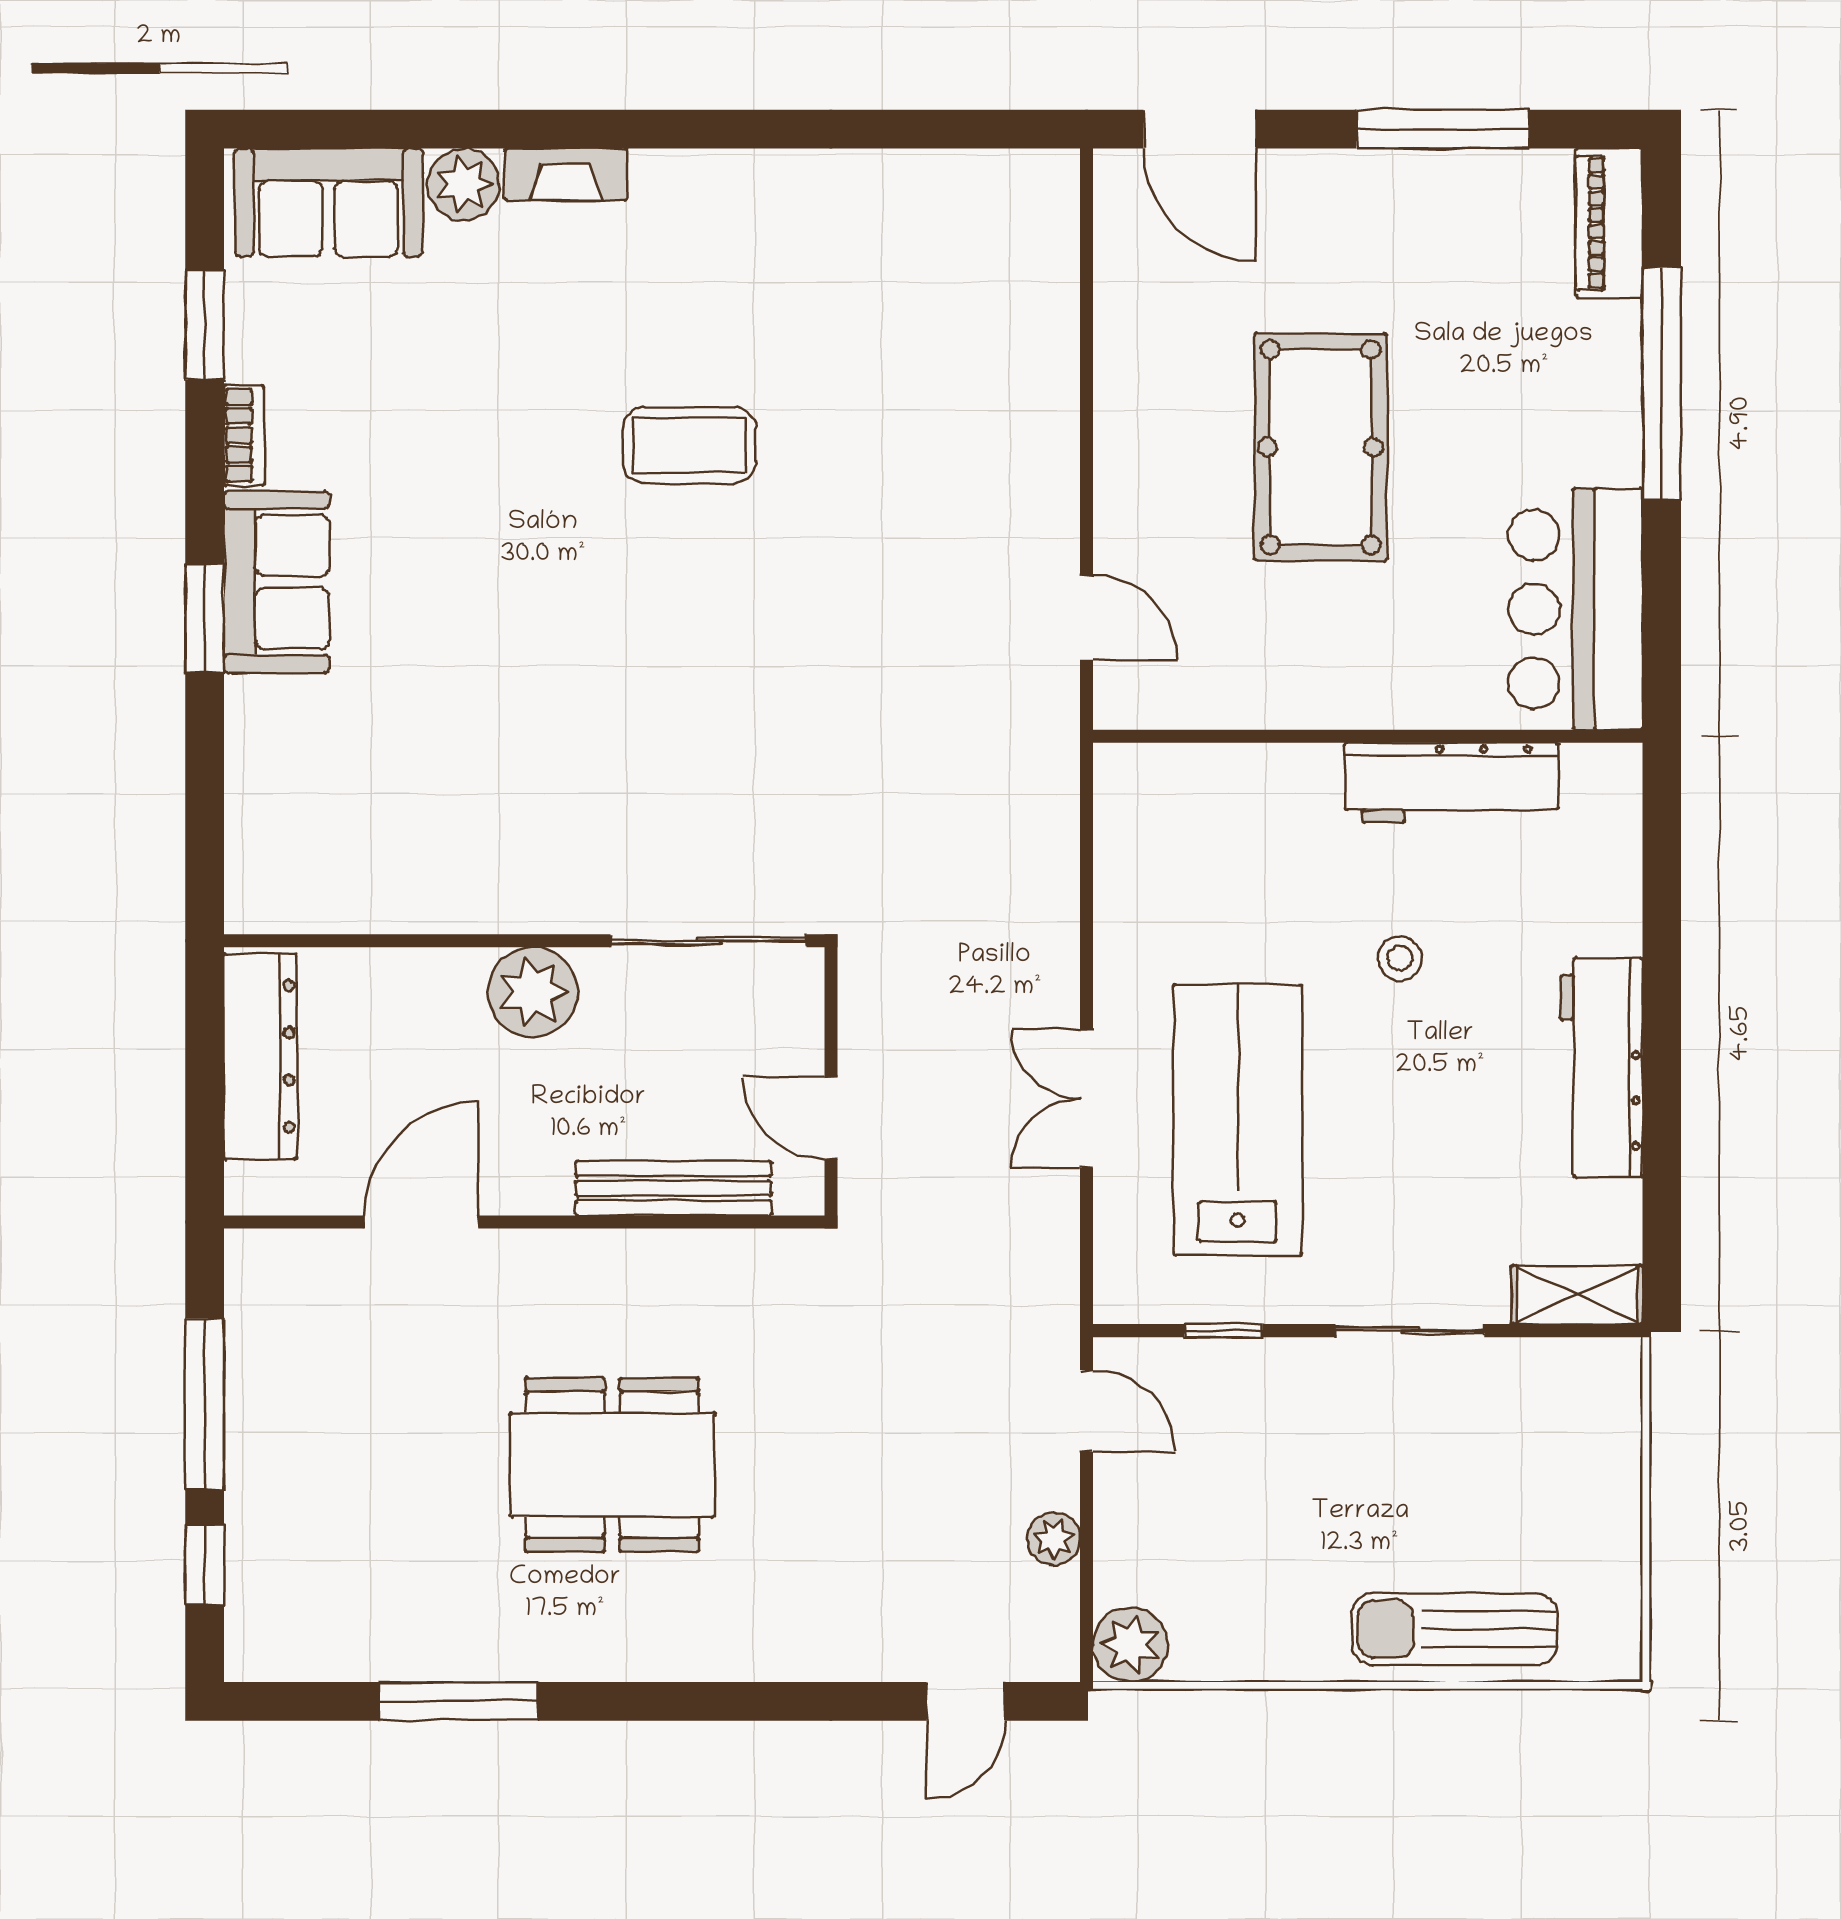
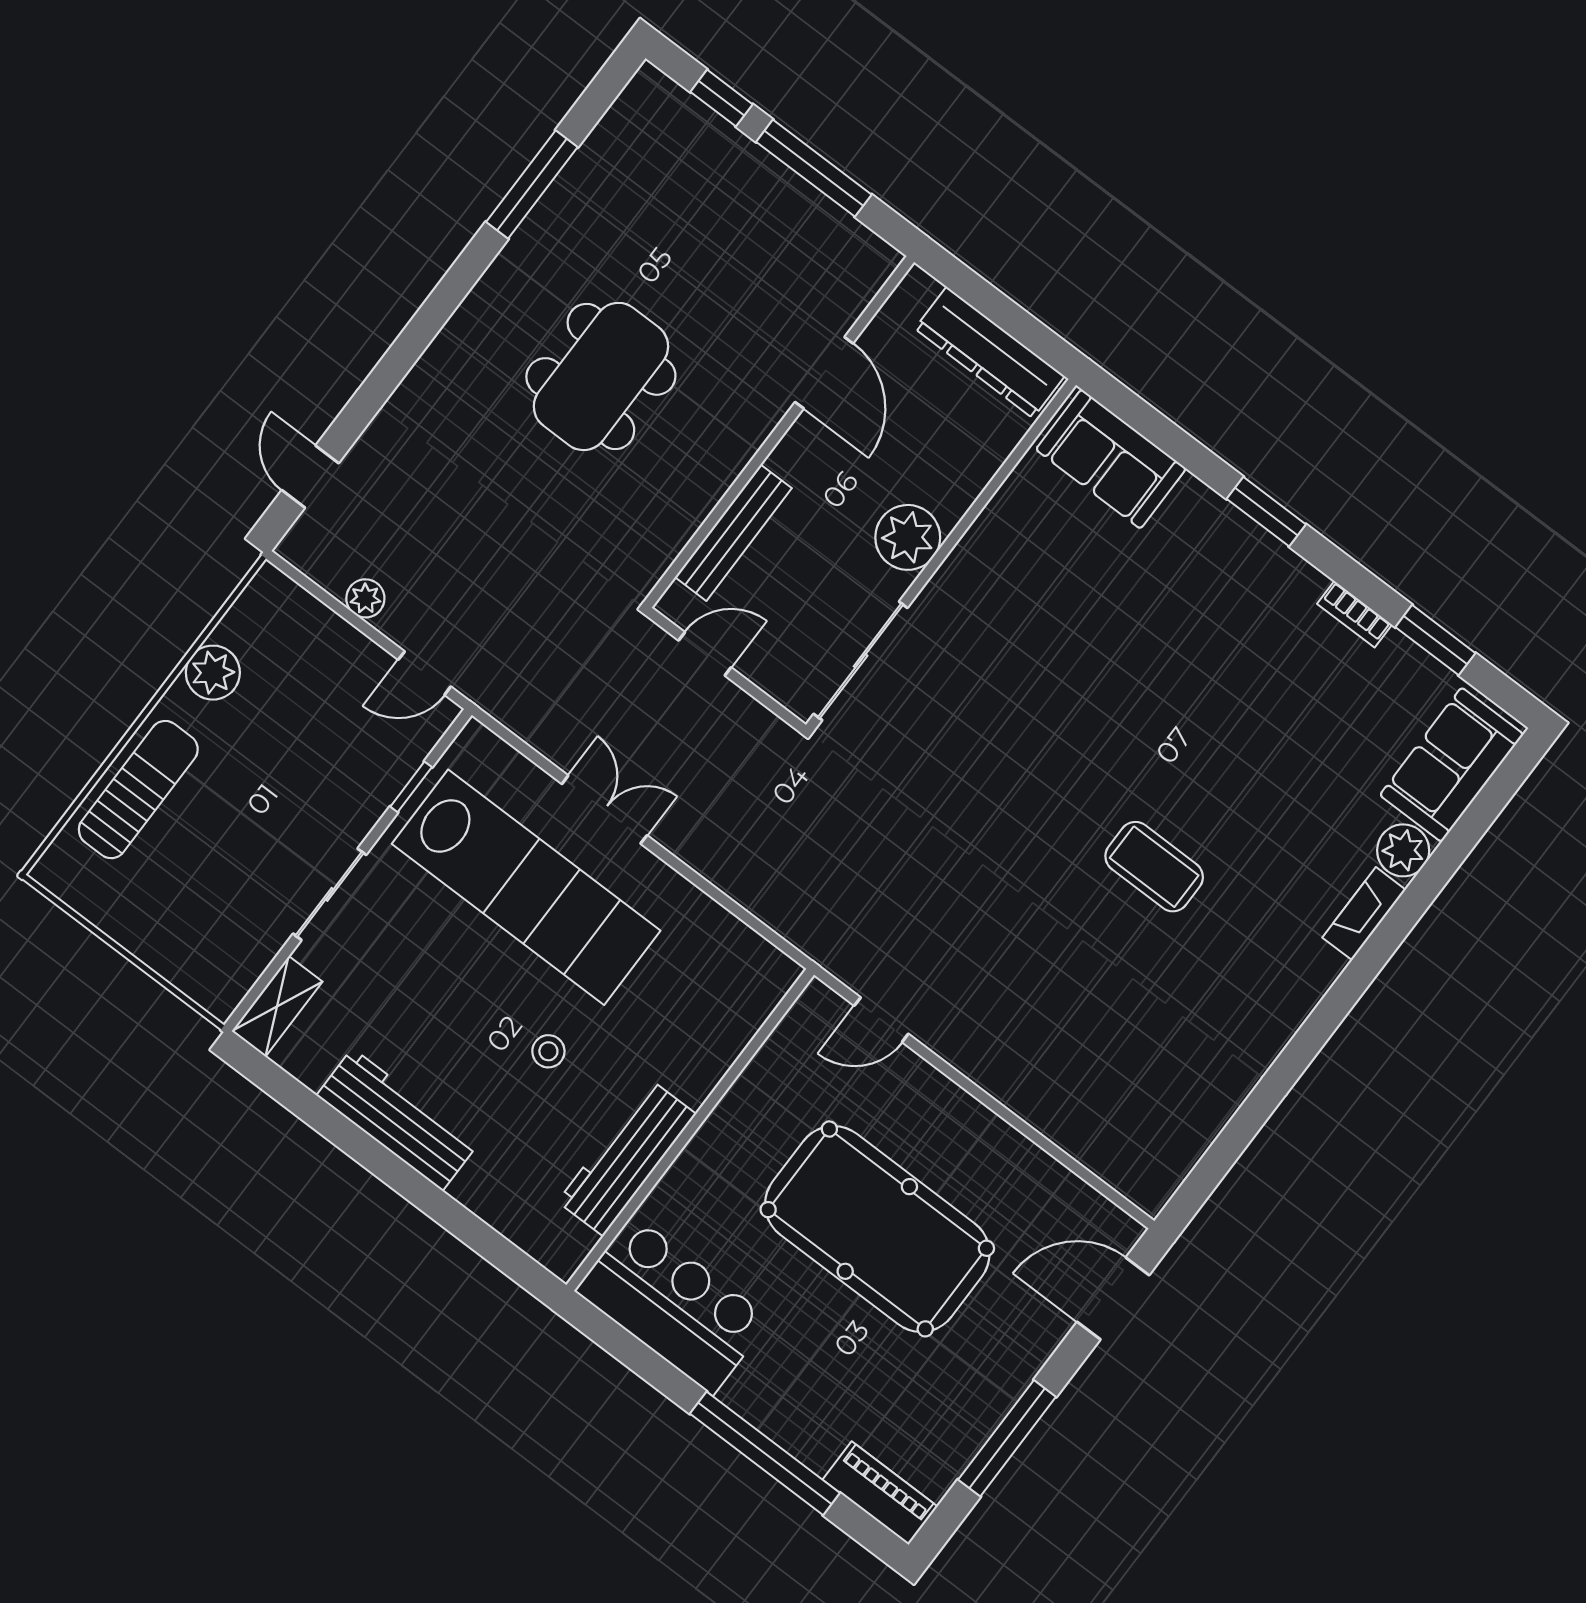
coffee table: (690, 445) -> (1154, 867), turned 90
pool table: (1320, 447) -> (877, 1229), width x1.36, depth x1.32
sofa: (276, 582) -> (1111, 459), moved
lab bench: (1238, 1120) -> (526, 887), width x1.36
plant: (1130, 1645) -> (213, 673), moved

